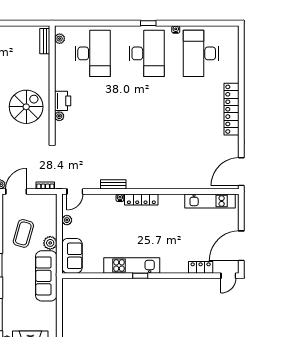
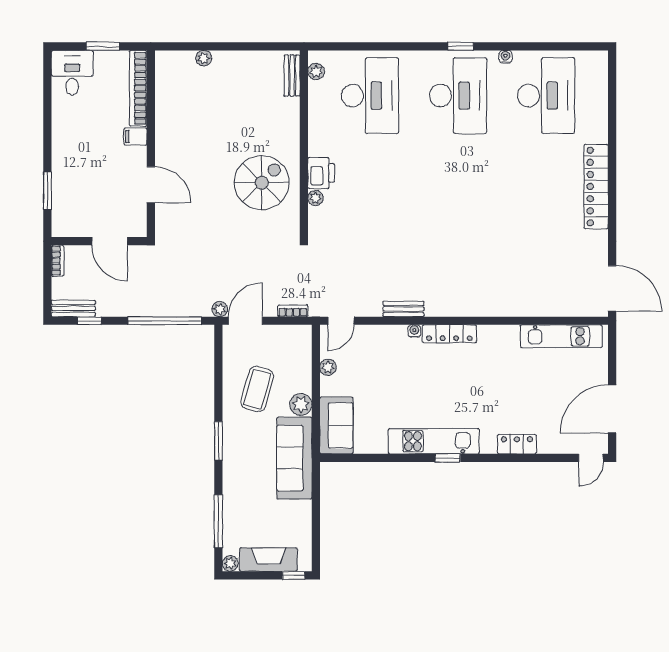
desk: (201, 53) -> (546, 96), turned 180
door: (241, 172) -> (612, 288), swing flipped
locker: (201, 267) -> (517, 444), moved

